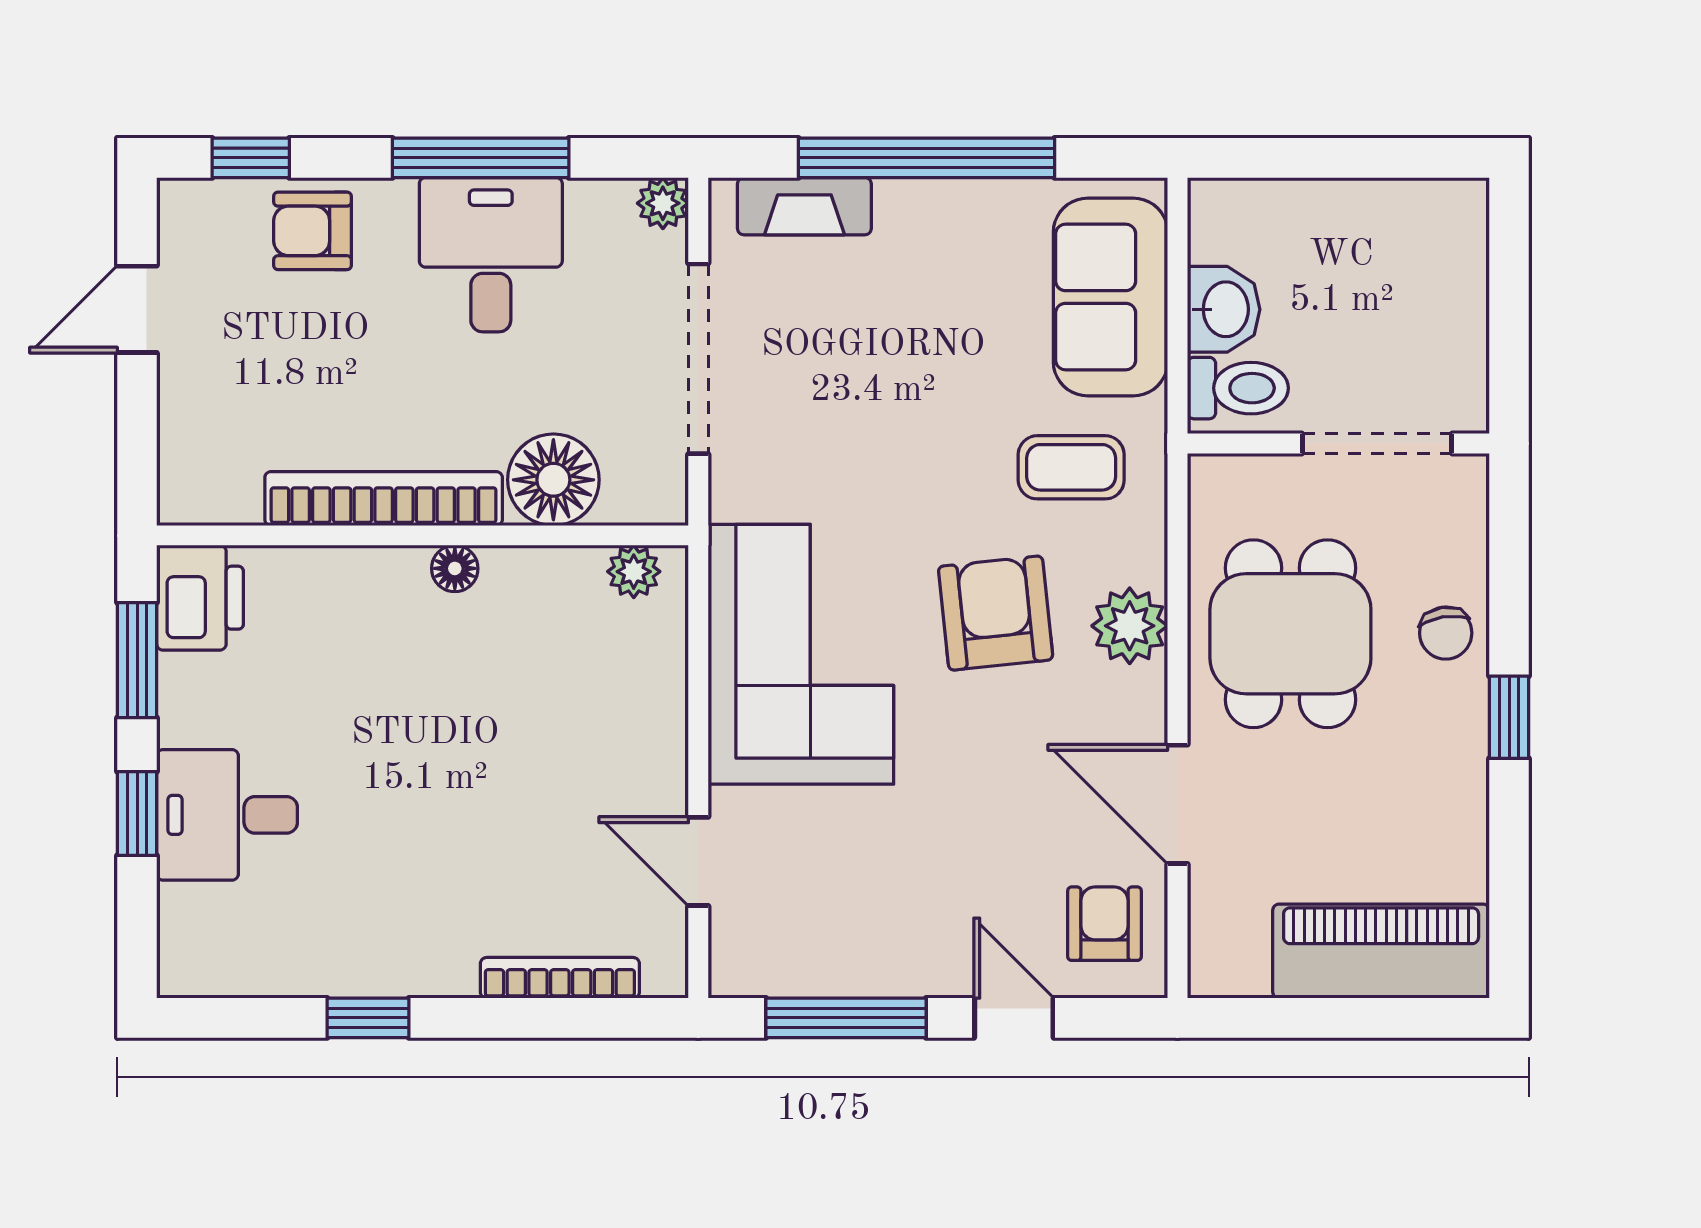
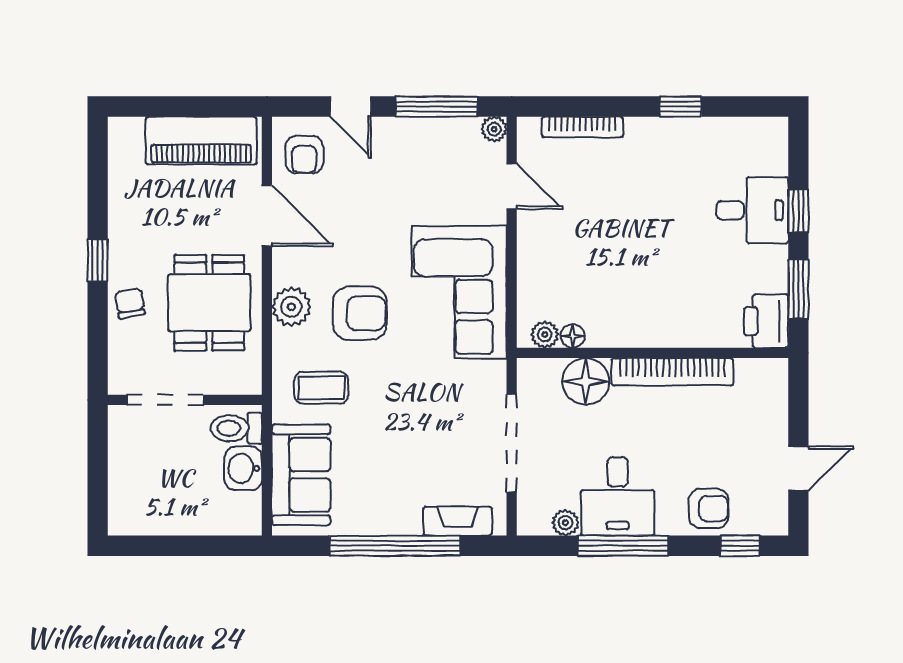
plant: (663, 203) -> (565, 523), moved
floor lamp: (455, 568) -> (573, 336), moved
armchair: (996, 613) -> (360, 313), turned -84
piano: (1381, 951) -> (201, 141), moved
plant: (733, 974) -> (494, 129), added

